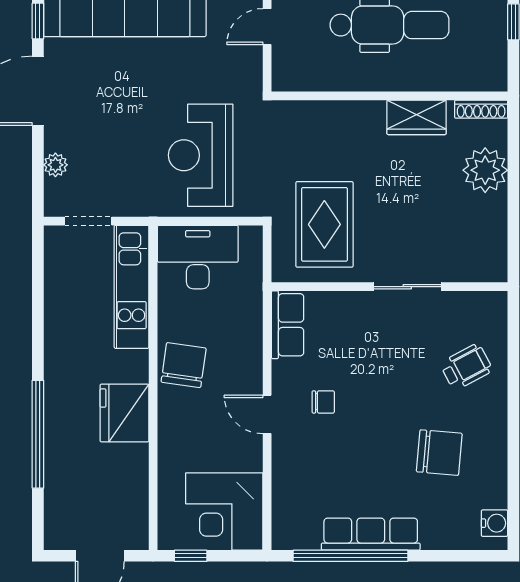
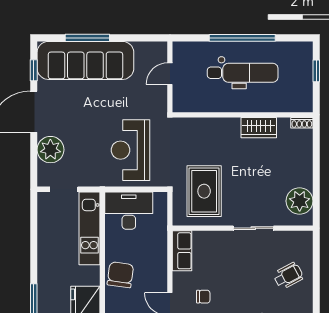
shoe rack: (481, 109) -> (302, 123), width x0.70
plant: (55, 165) -> (50, 150), width x1.87, depth x1.87
plant: (485, 170) -> (300, 201), moved

